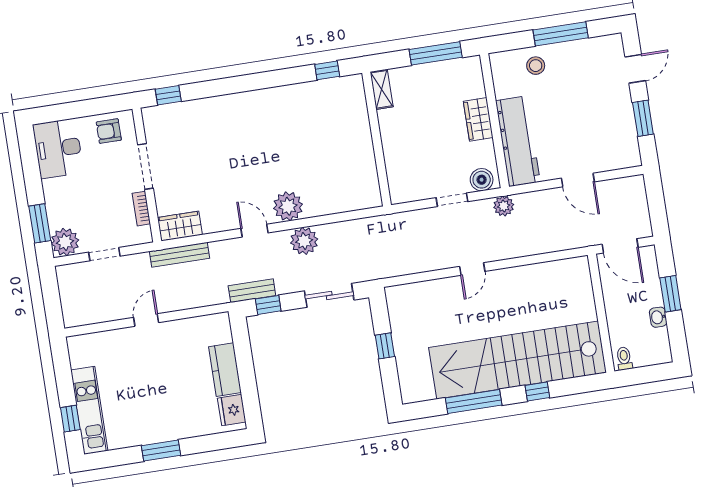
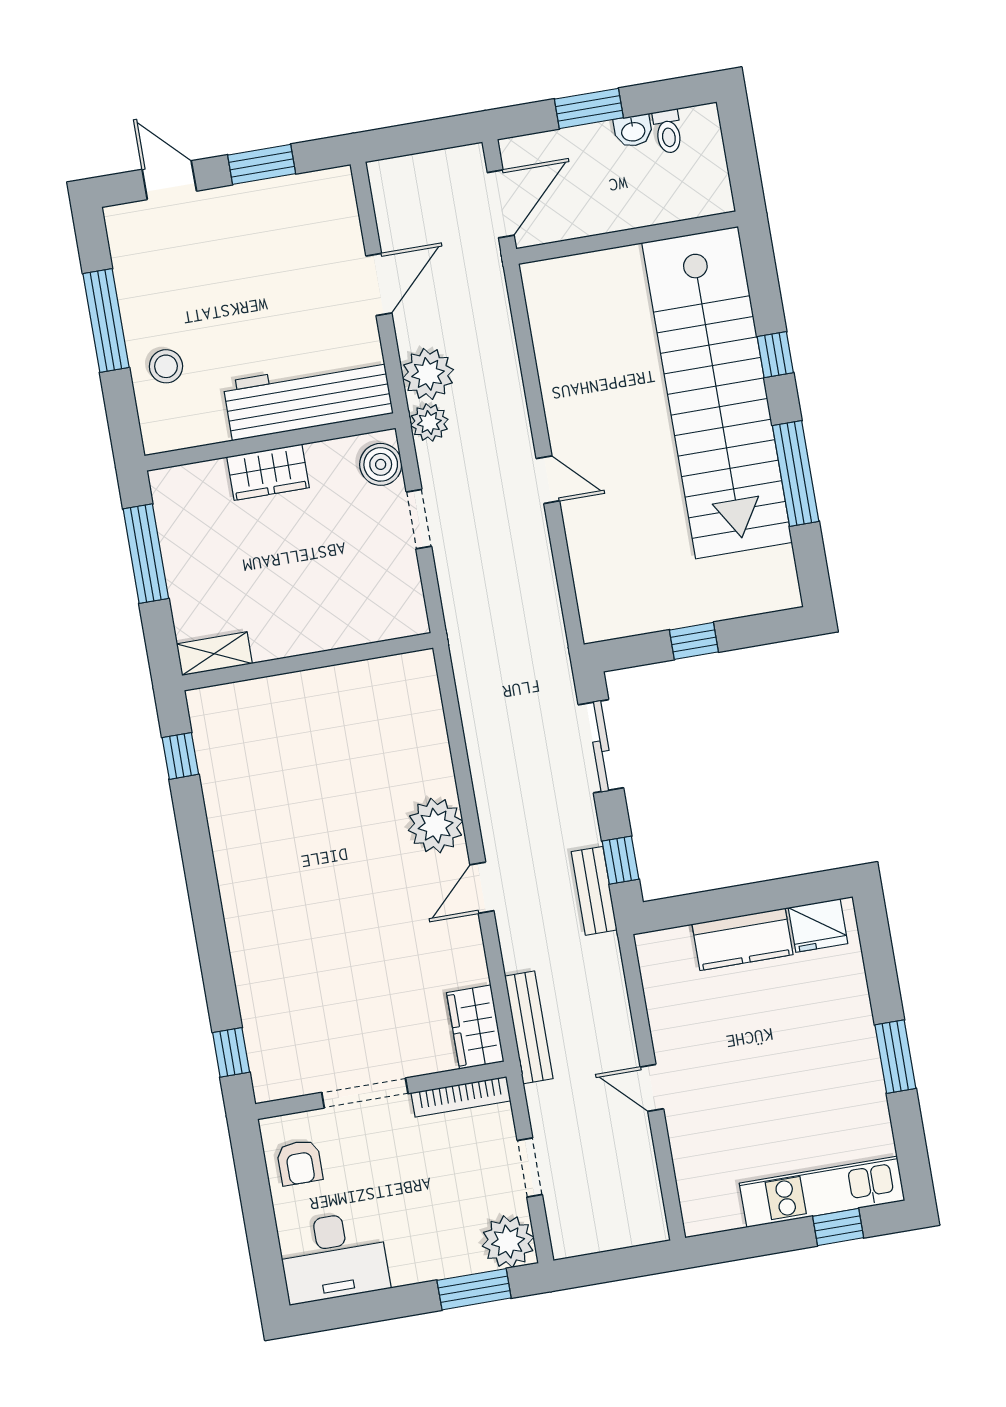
bookcase: (141, 209) -> (461, 1097), width x1.56
plant: (304, 241) -> (428, 374), moved
toilet: (624, 358) -> (668, 131), moved, turned -90

